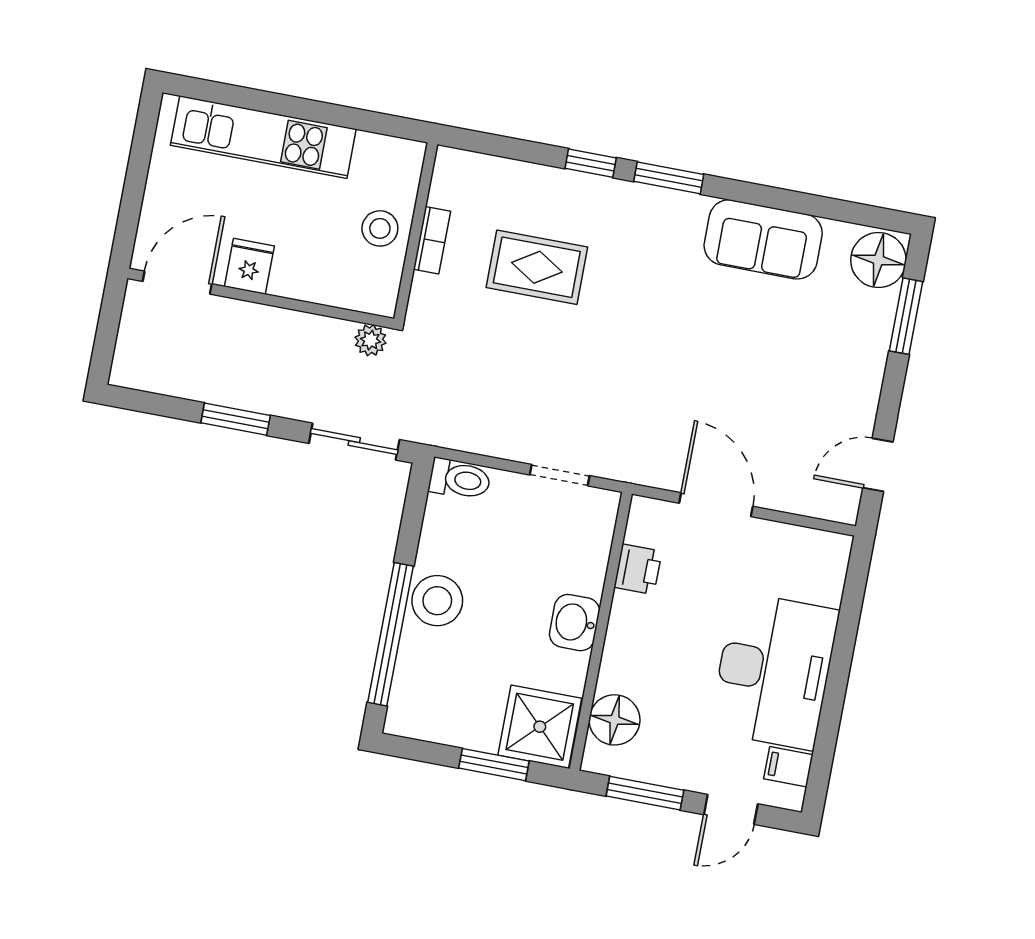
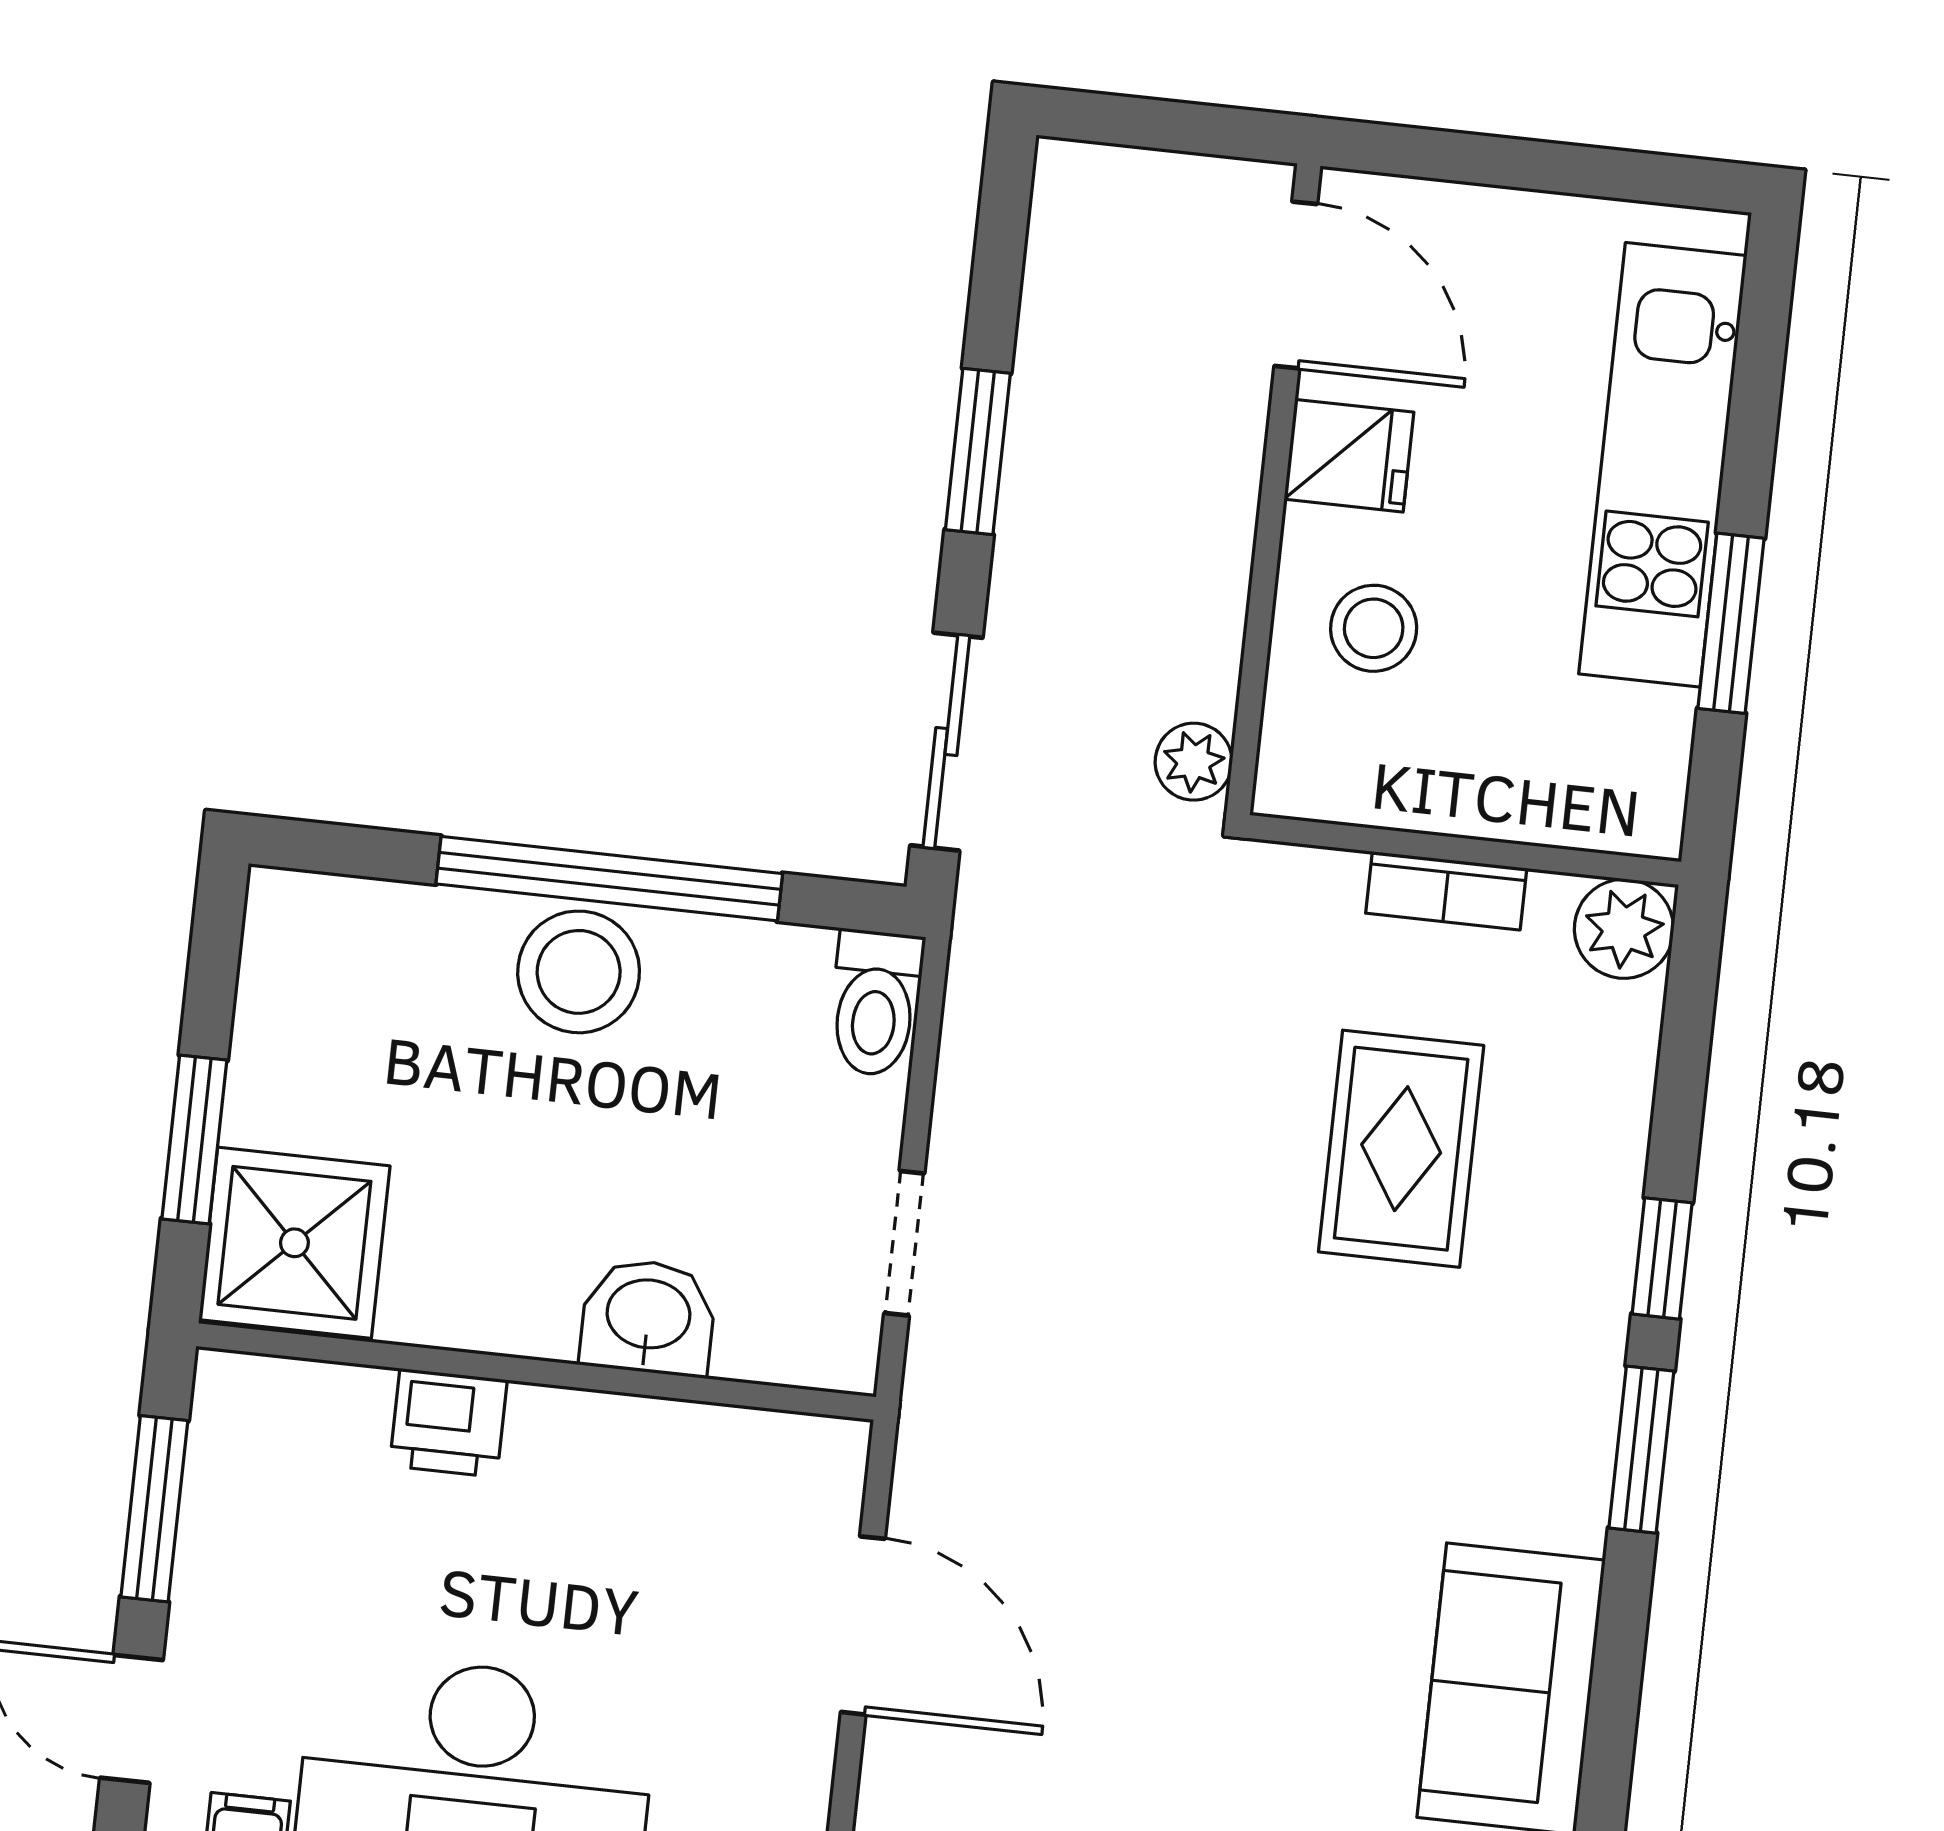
window: (331, 114) -> (1731, 623), added
plant: (453, 168) -> (1624, 929), added
stool: (380, 228) -> (1374, 628), moved
door: (716, 505) -> (863, 1625), hinge flipped
printer: (638, 569) -> (448, 1423), moved
washbasin: (574, 623) -> (648, 1317), moved
window: (391, 634) -> (609, 879), moved
floor lamp: (615, 720) -> (325, 1422), removed

